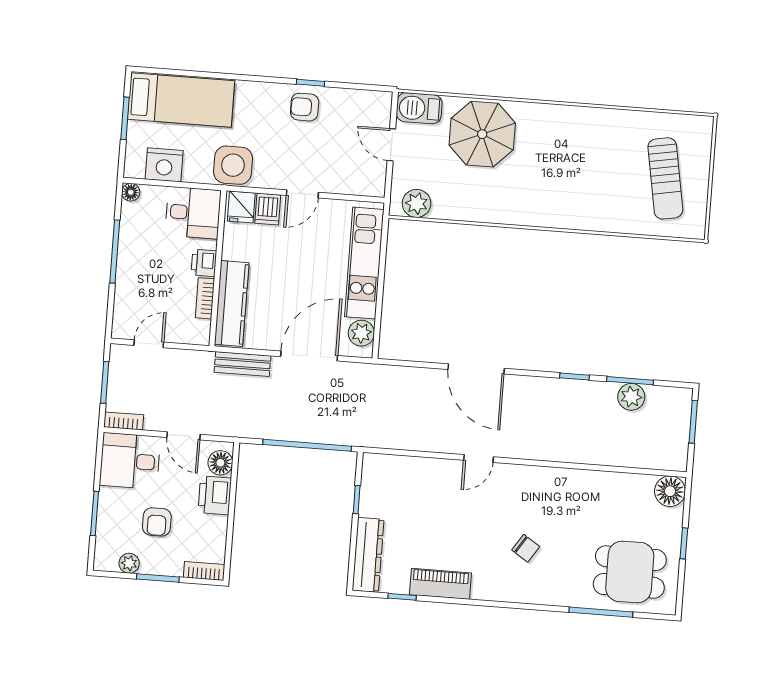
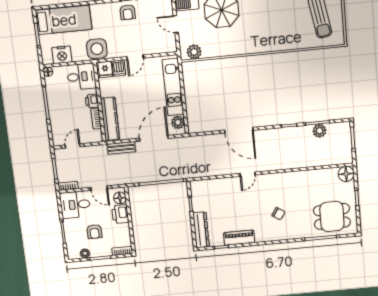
armchair: (305, 107) -> (128, 12), turned -90

